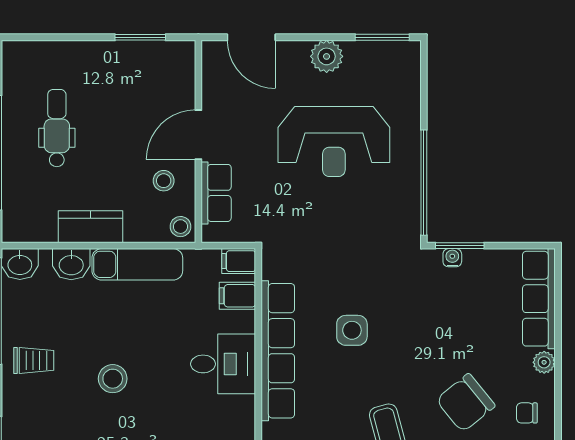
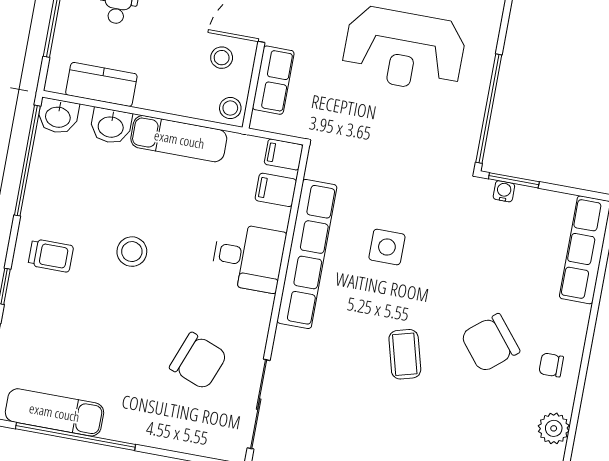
kitchen counter: (91, 227) -> (101, 84), moved
trolley: (34, 360) -> (51, 255), moved
plant: (544, 362) -> (578, 316), removed

